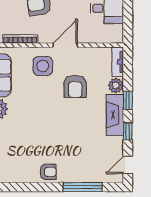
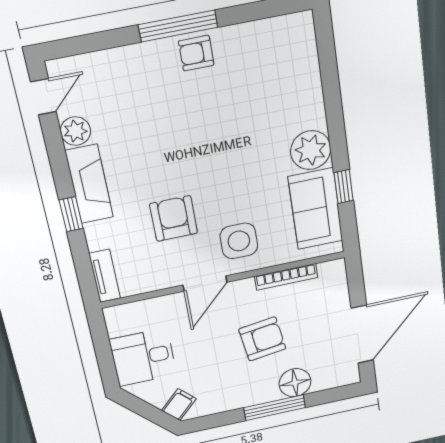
plant: (116, 85) -> (75, 131), moved
window: (128, 131) -> (58, 159), removed
window: (83, 187) -> (178, 26), moved

